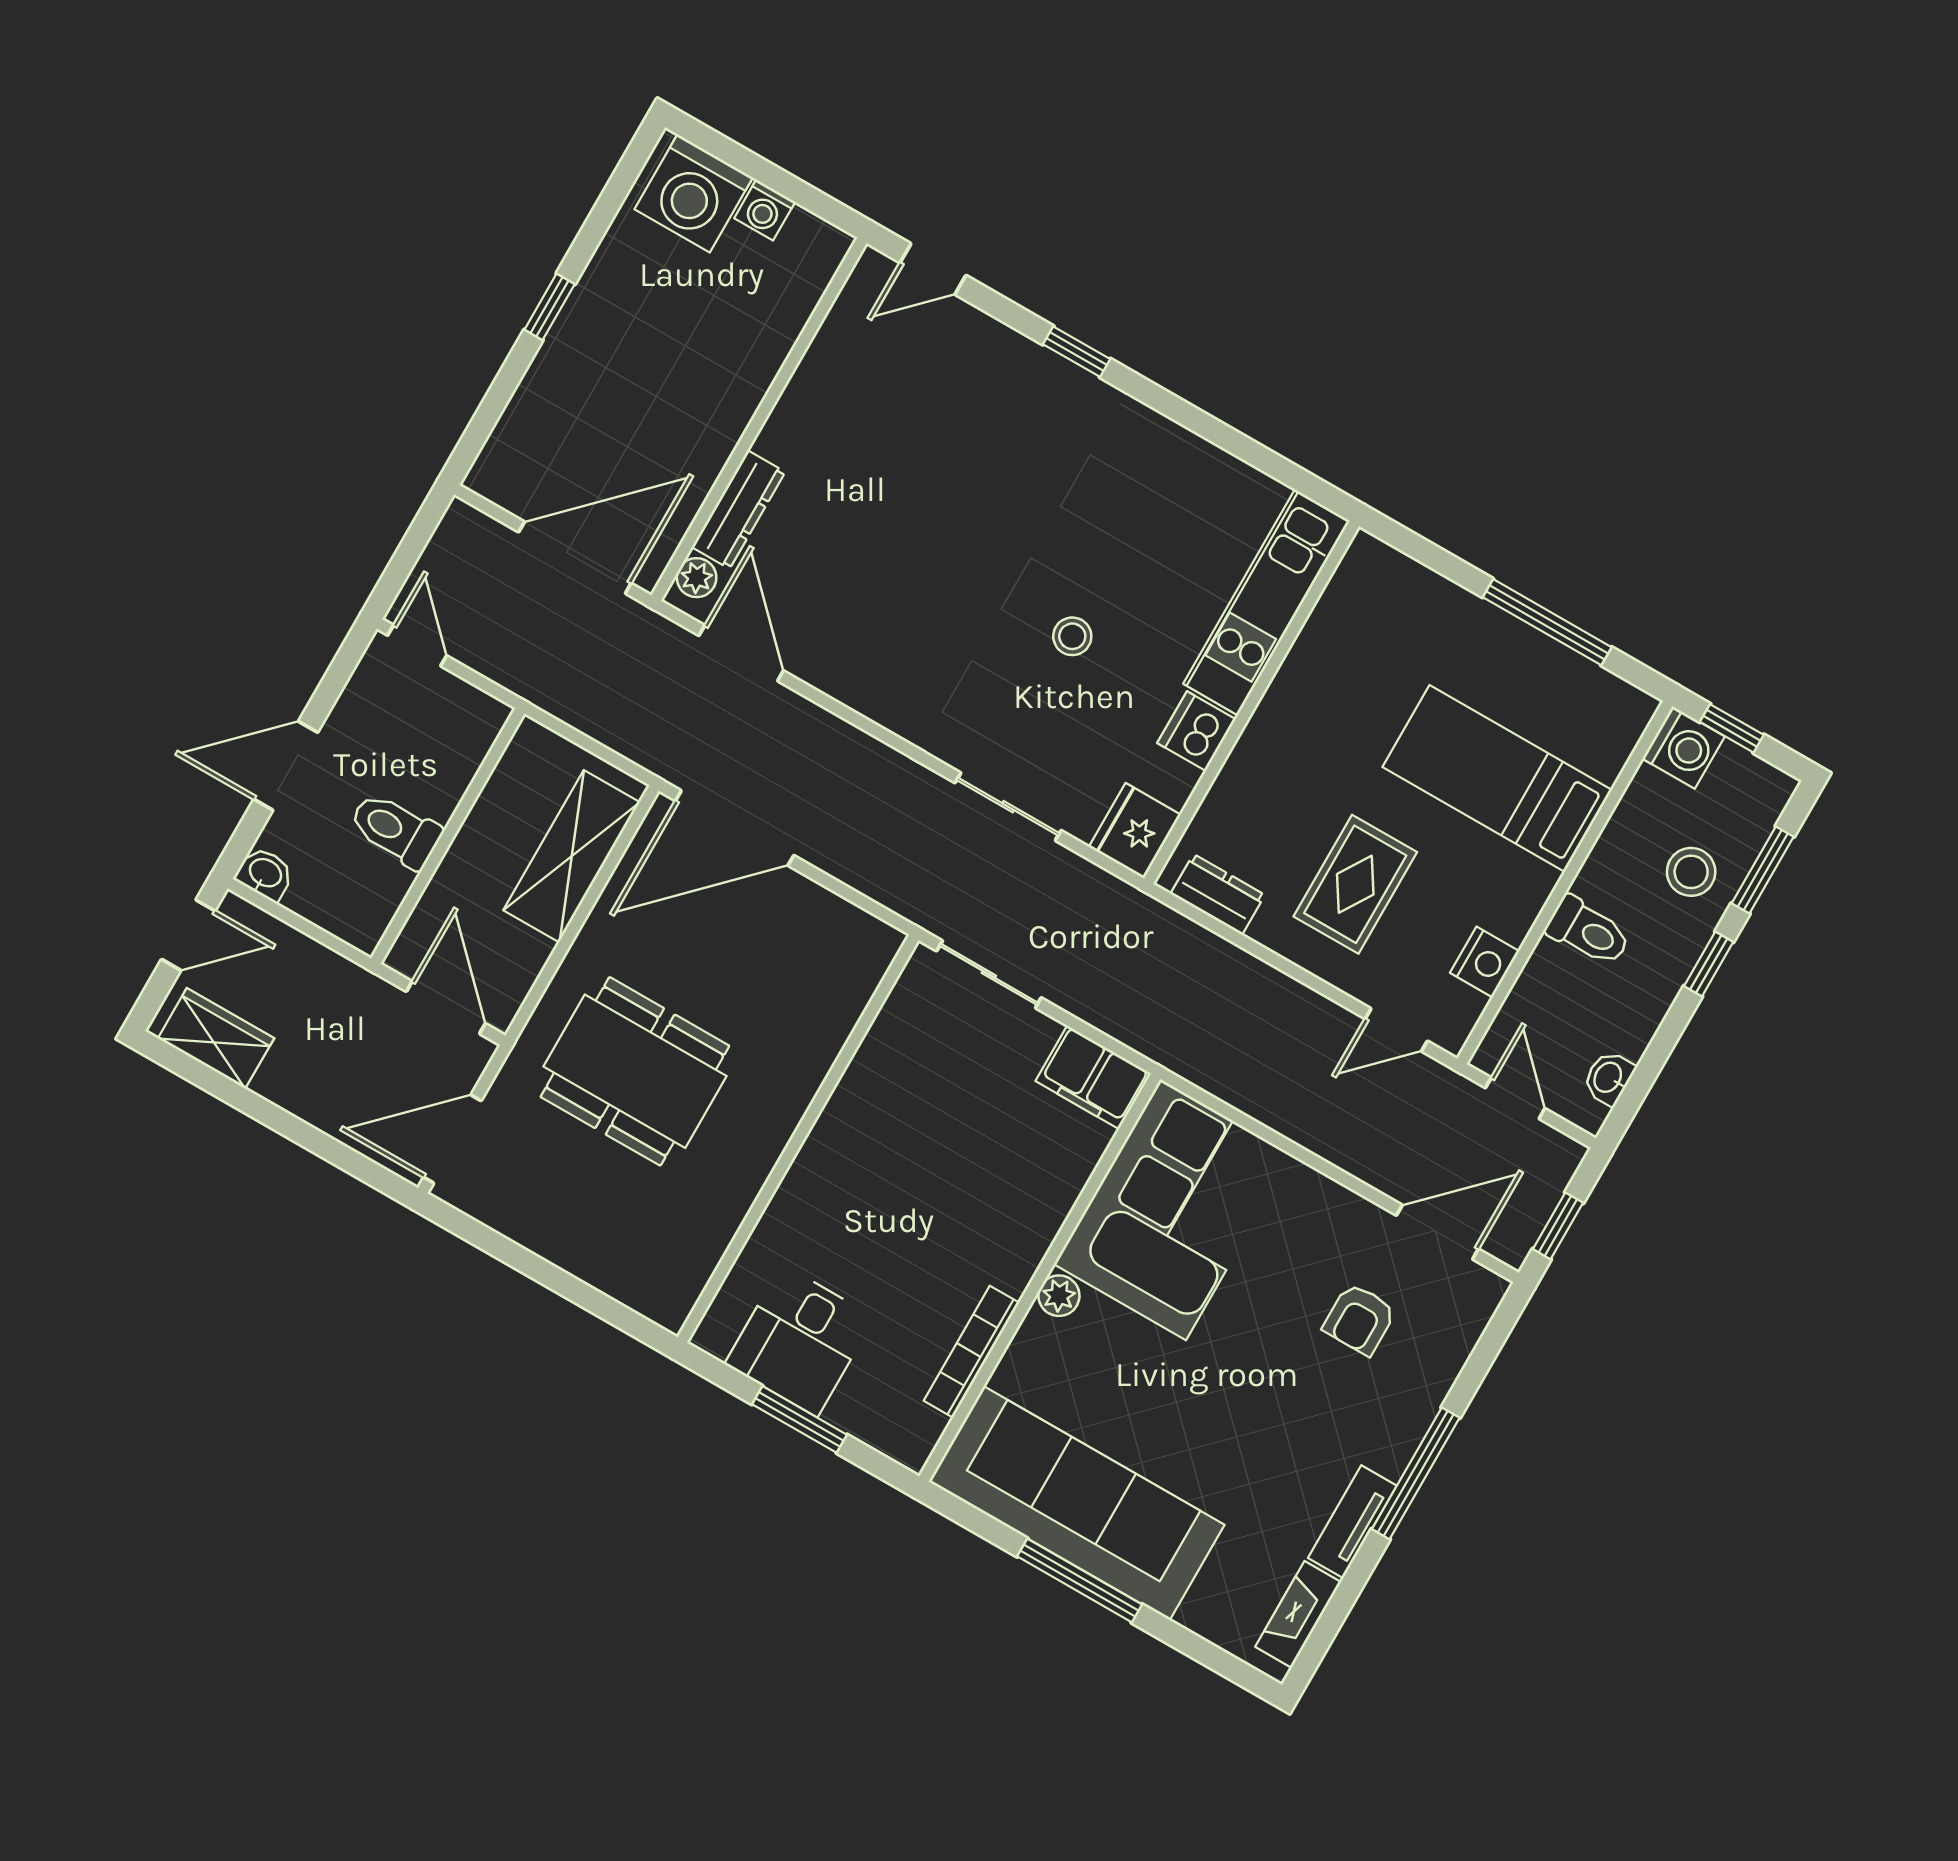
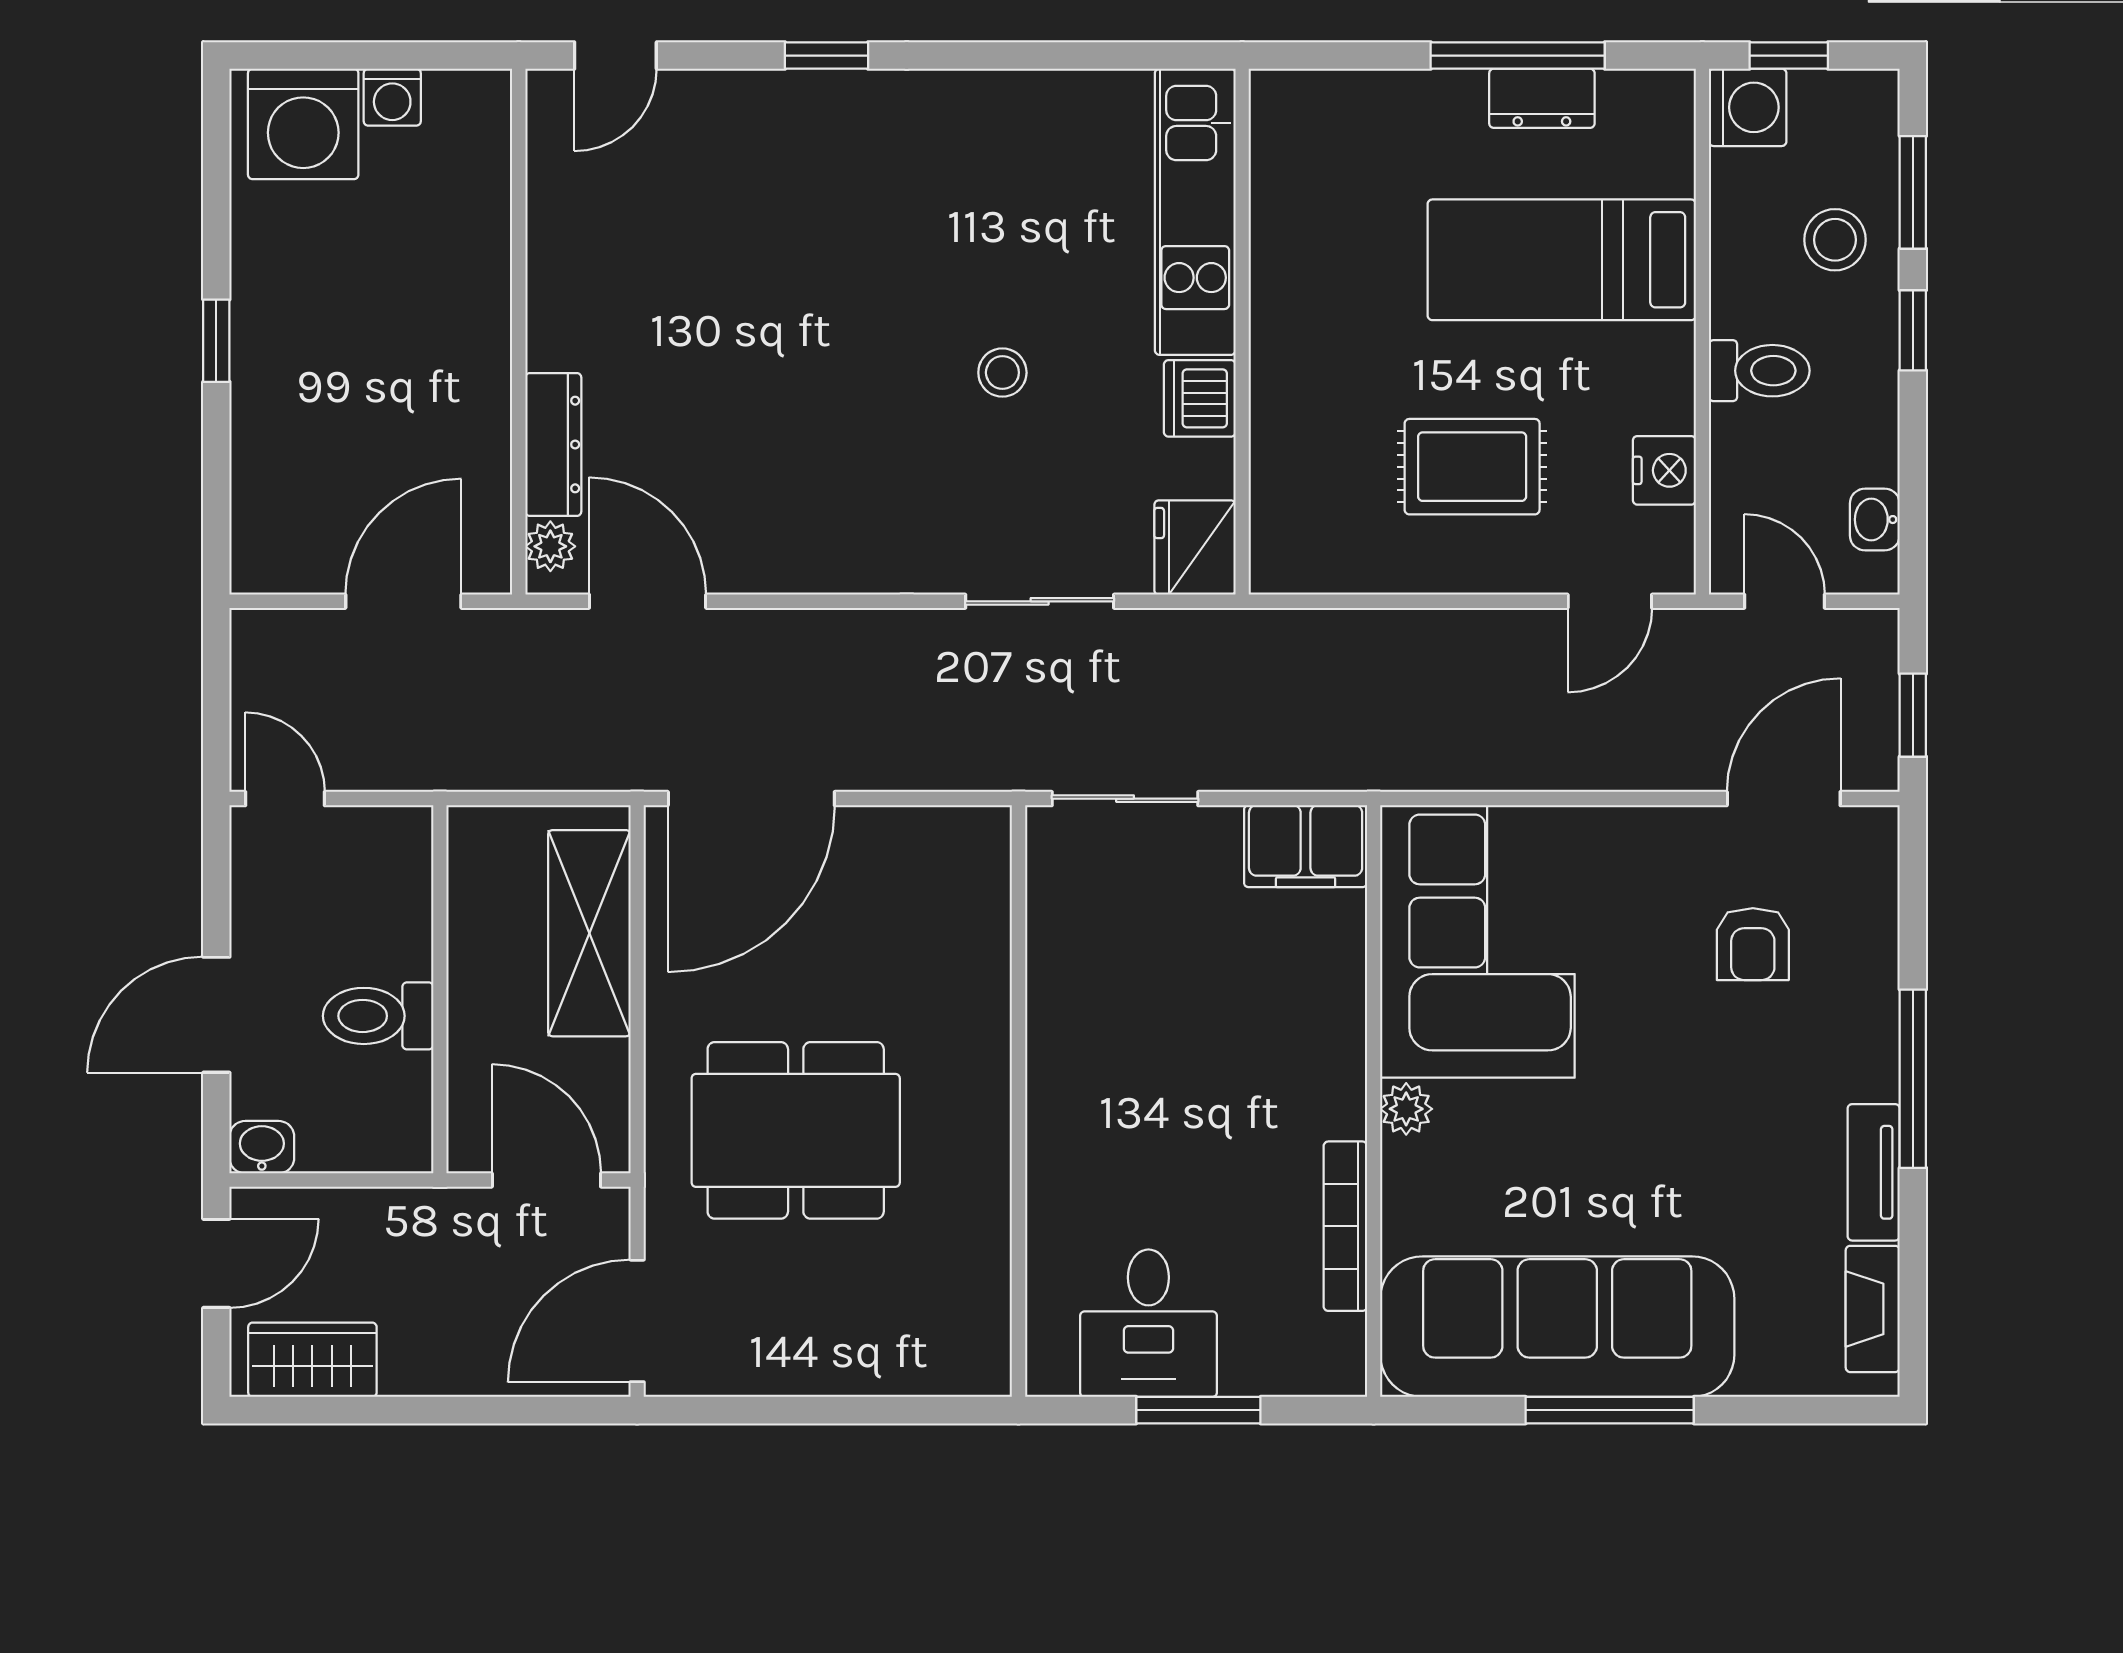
door: (575, 558) -> (403, 601), width x0.73
rug: (1355, 884) -> (1472, 467), turned 90
dresser: (1218, 894) -> (1542, 98), moved, turned 180

